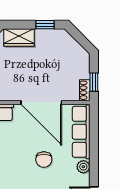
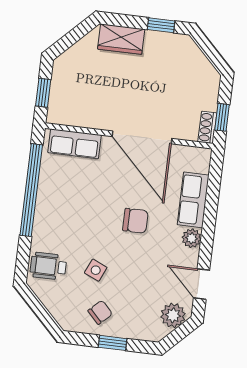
row of seats: (81, 132) -> (193, 200), width x0.68
chair: (44, 160) -> (135, 221), turned -90

